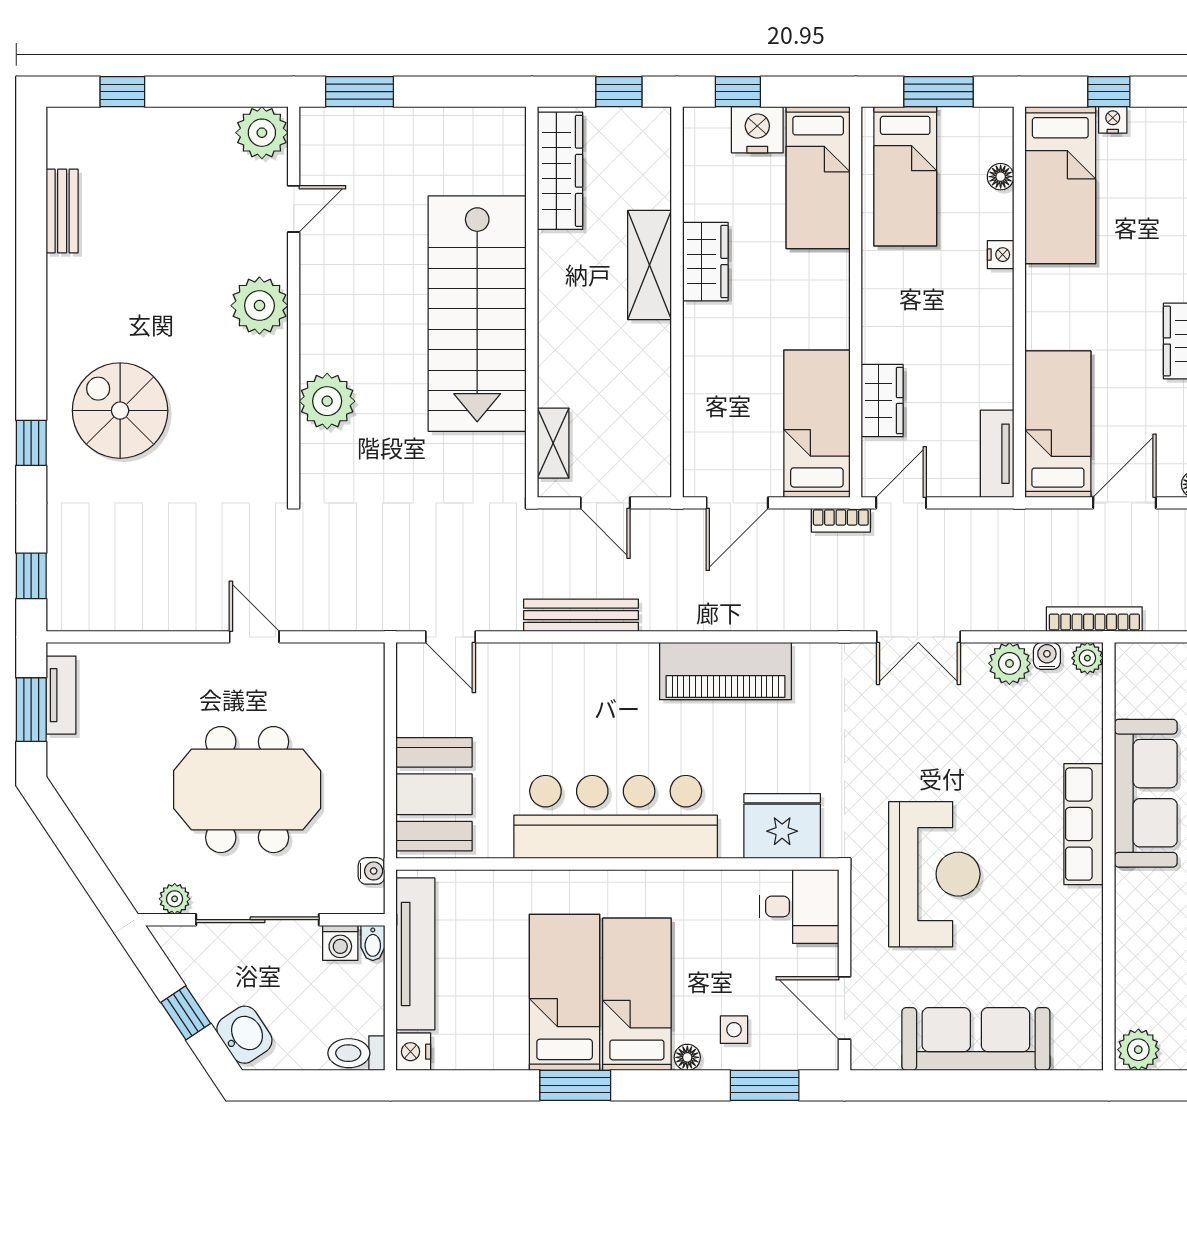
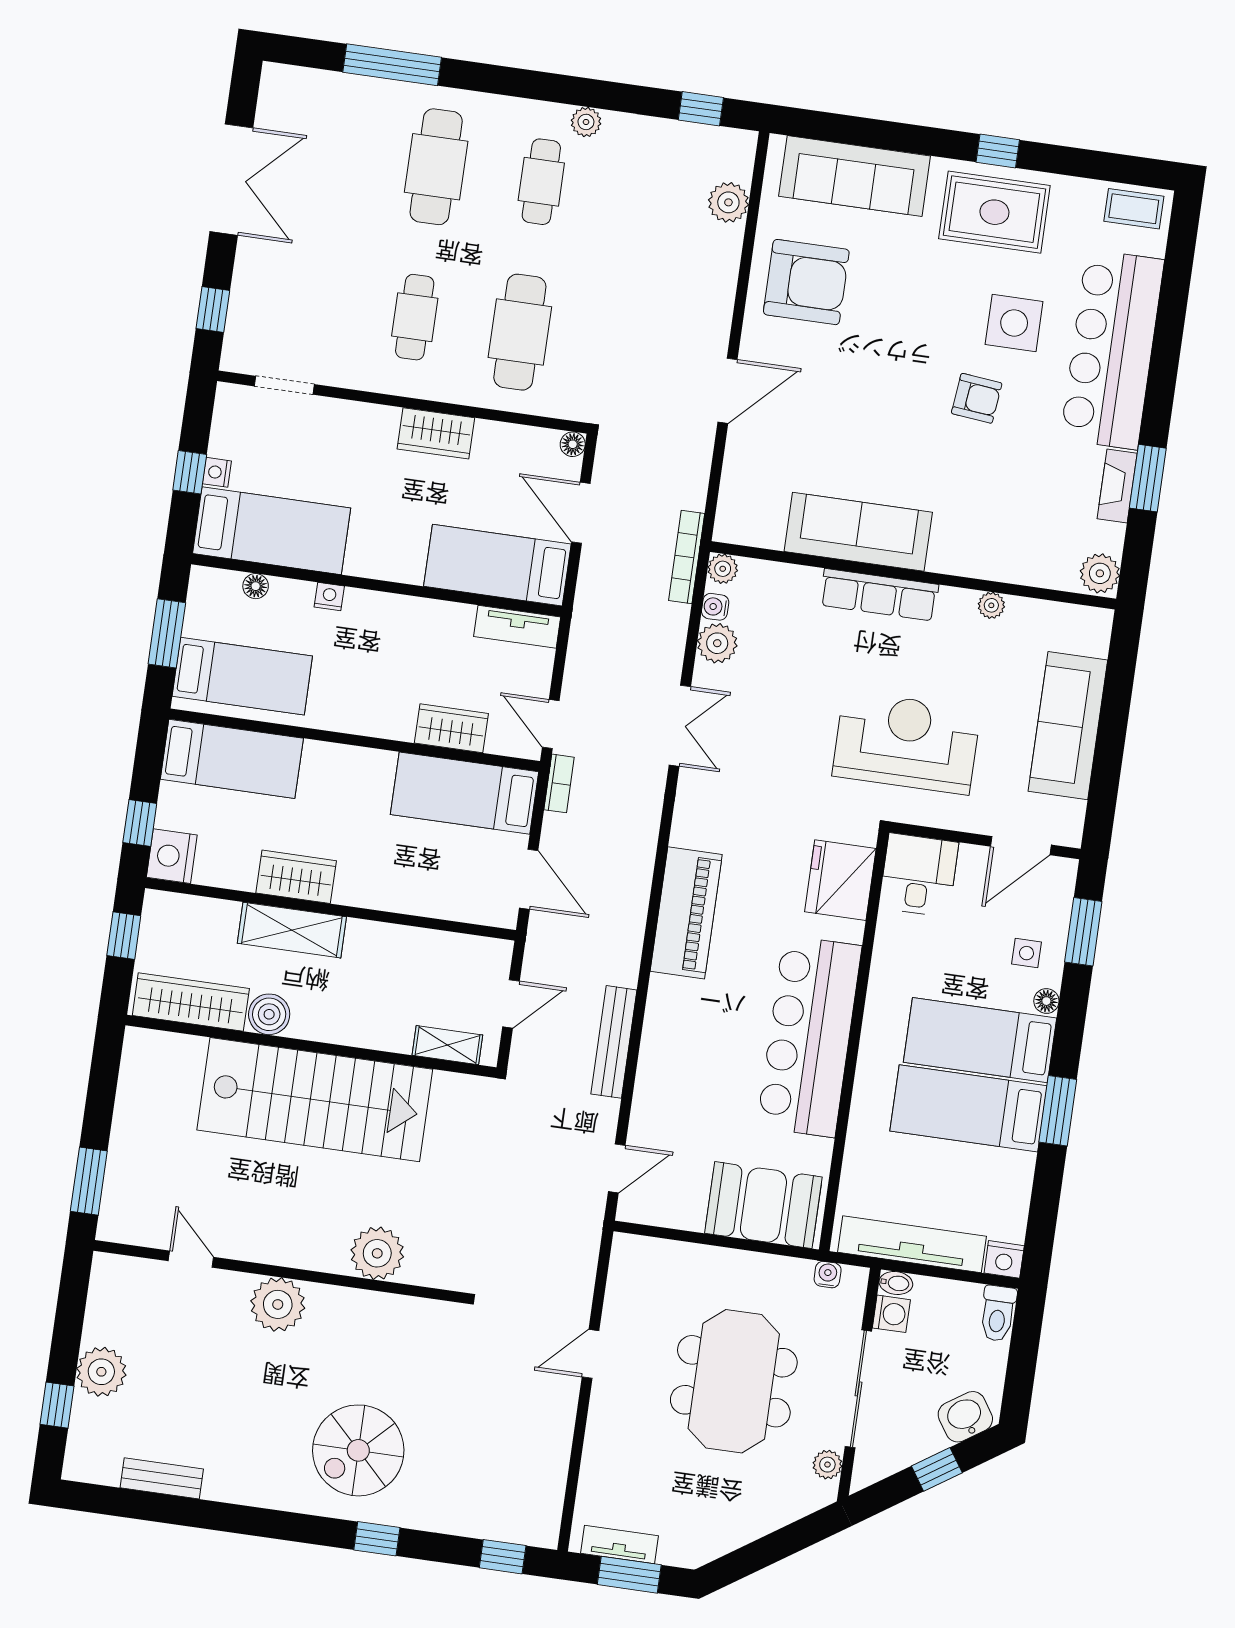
nightstand: (757, 130) -> (172, 856), moved
plant: (262, 133) -> (101, 1372), moved
boiler: (559, 254) -> (269, 1014), added
plant: (1089, 942) -> (991, 605), added

